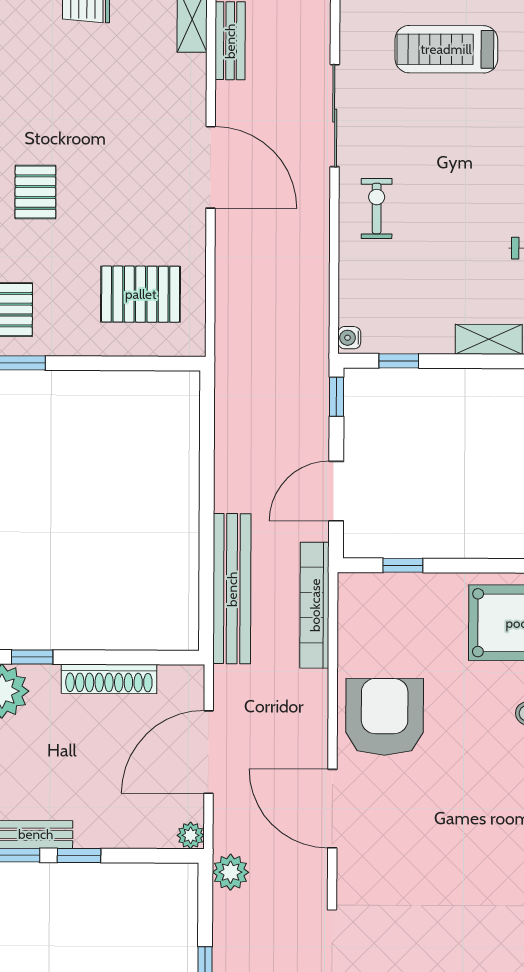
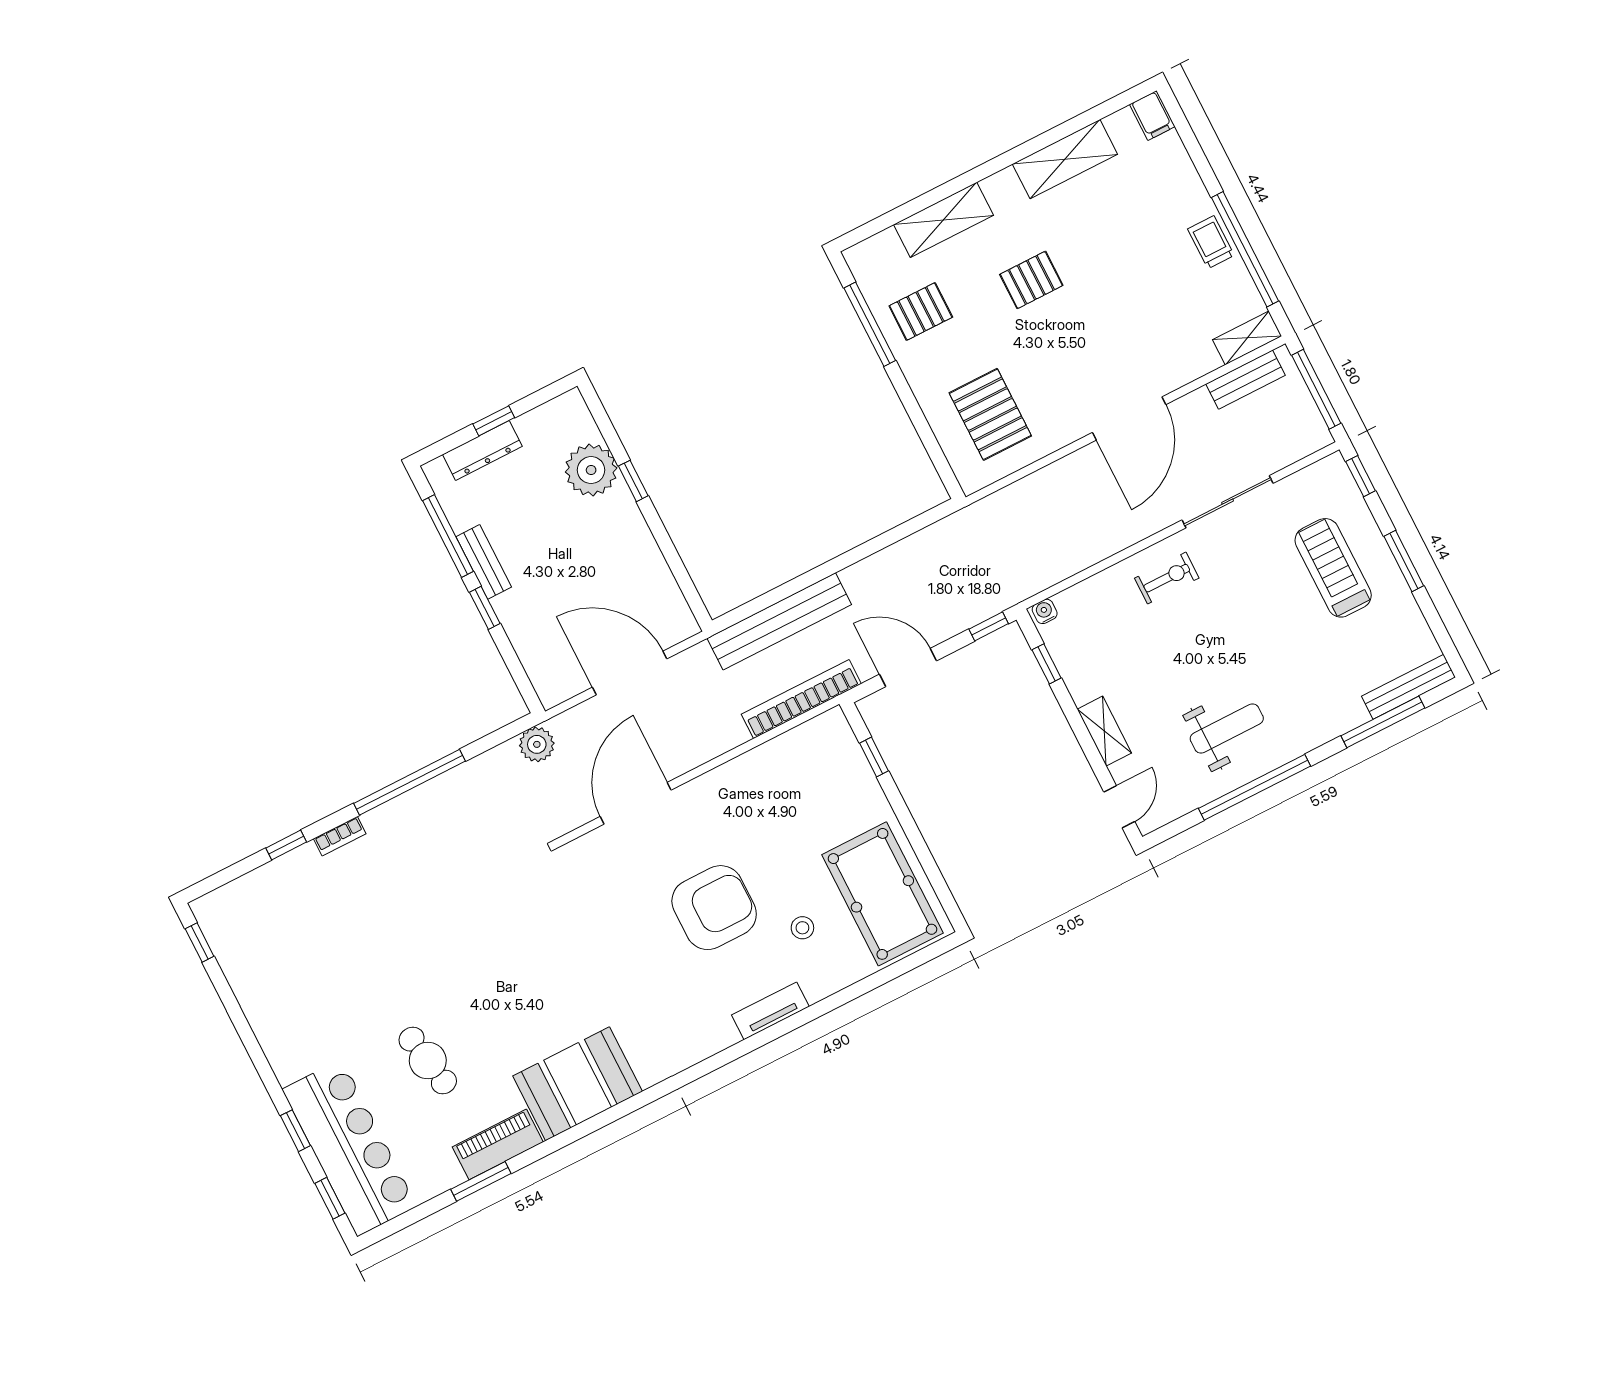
shoe rack: (109, 679) -> (648, 556), removed
armchair: (385, 717) -> (714, 908), moved
plant: (191, 835) -> (551, 694), removed

